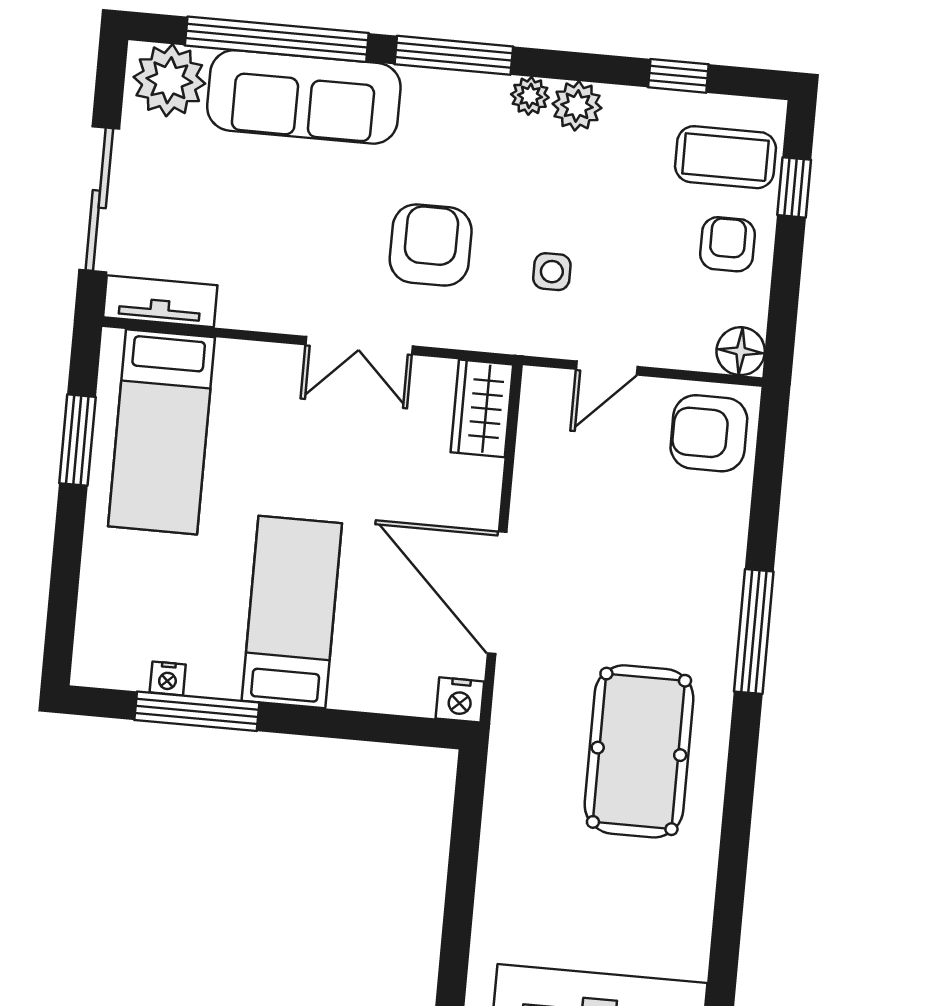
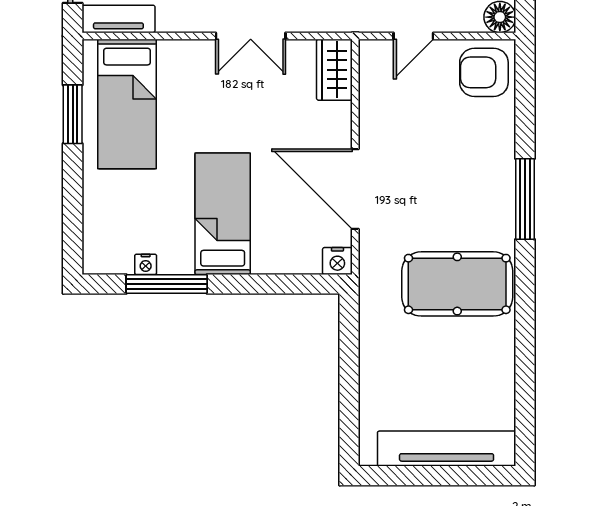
pool table: (639, 751) -> (457, 284), turned 90

